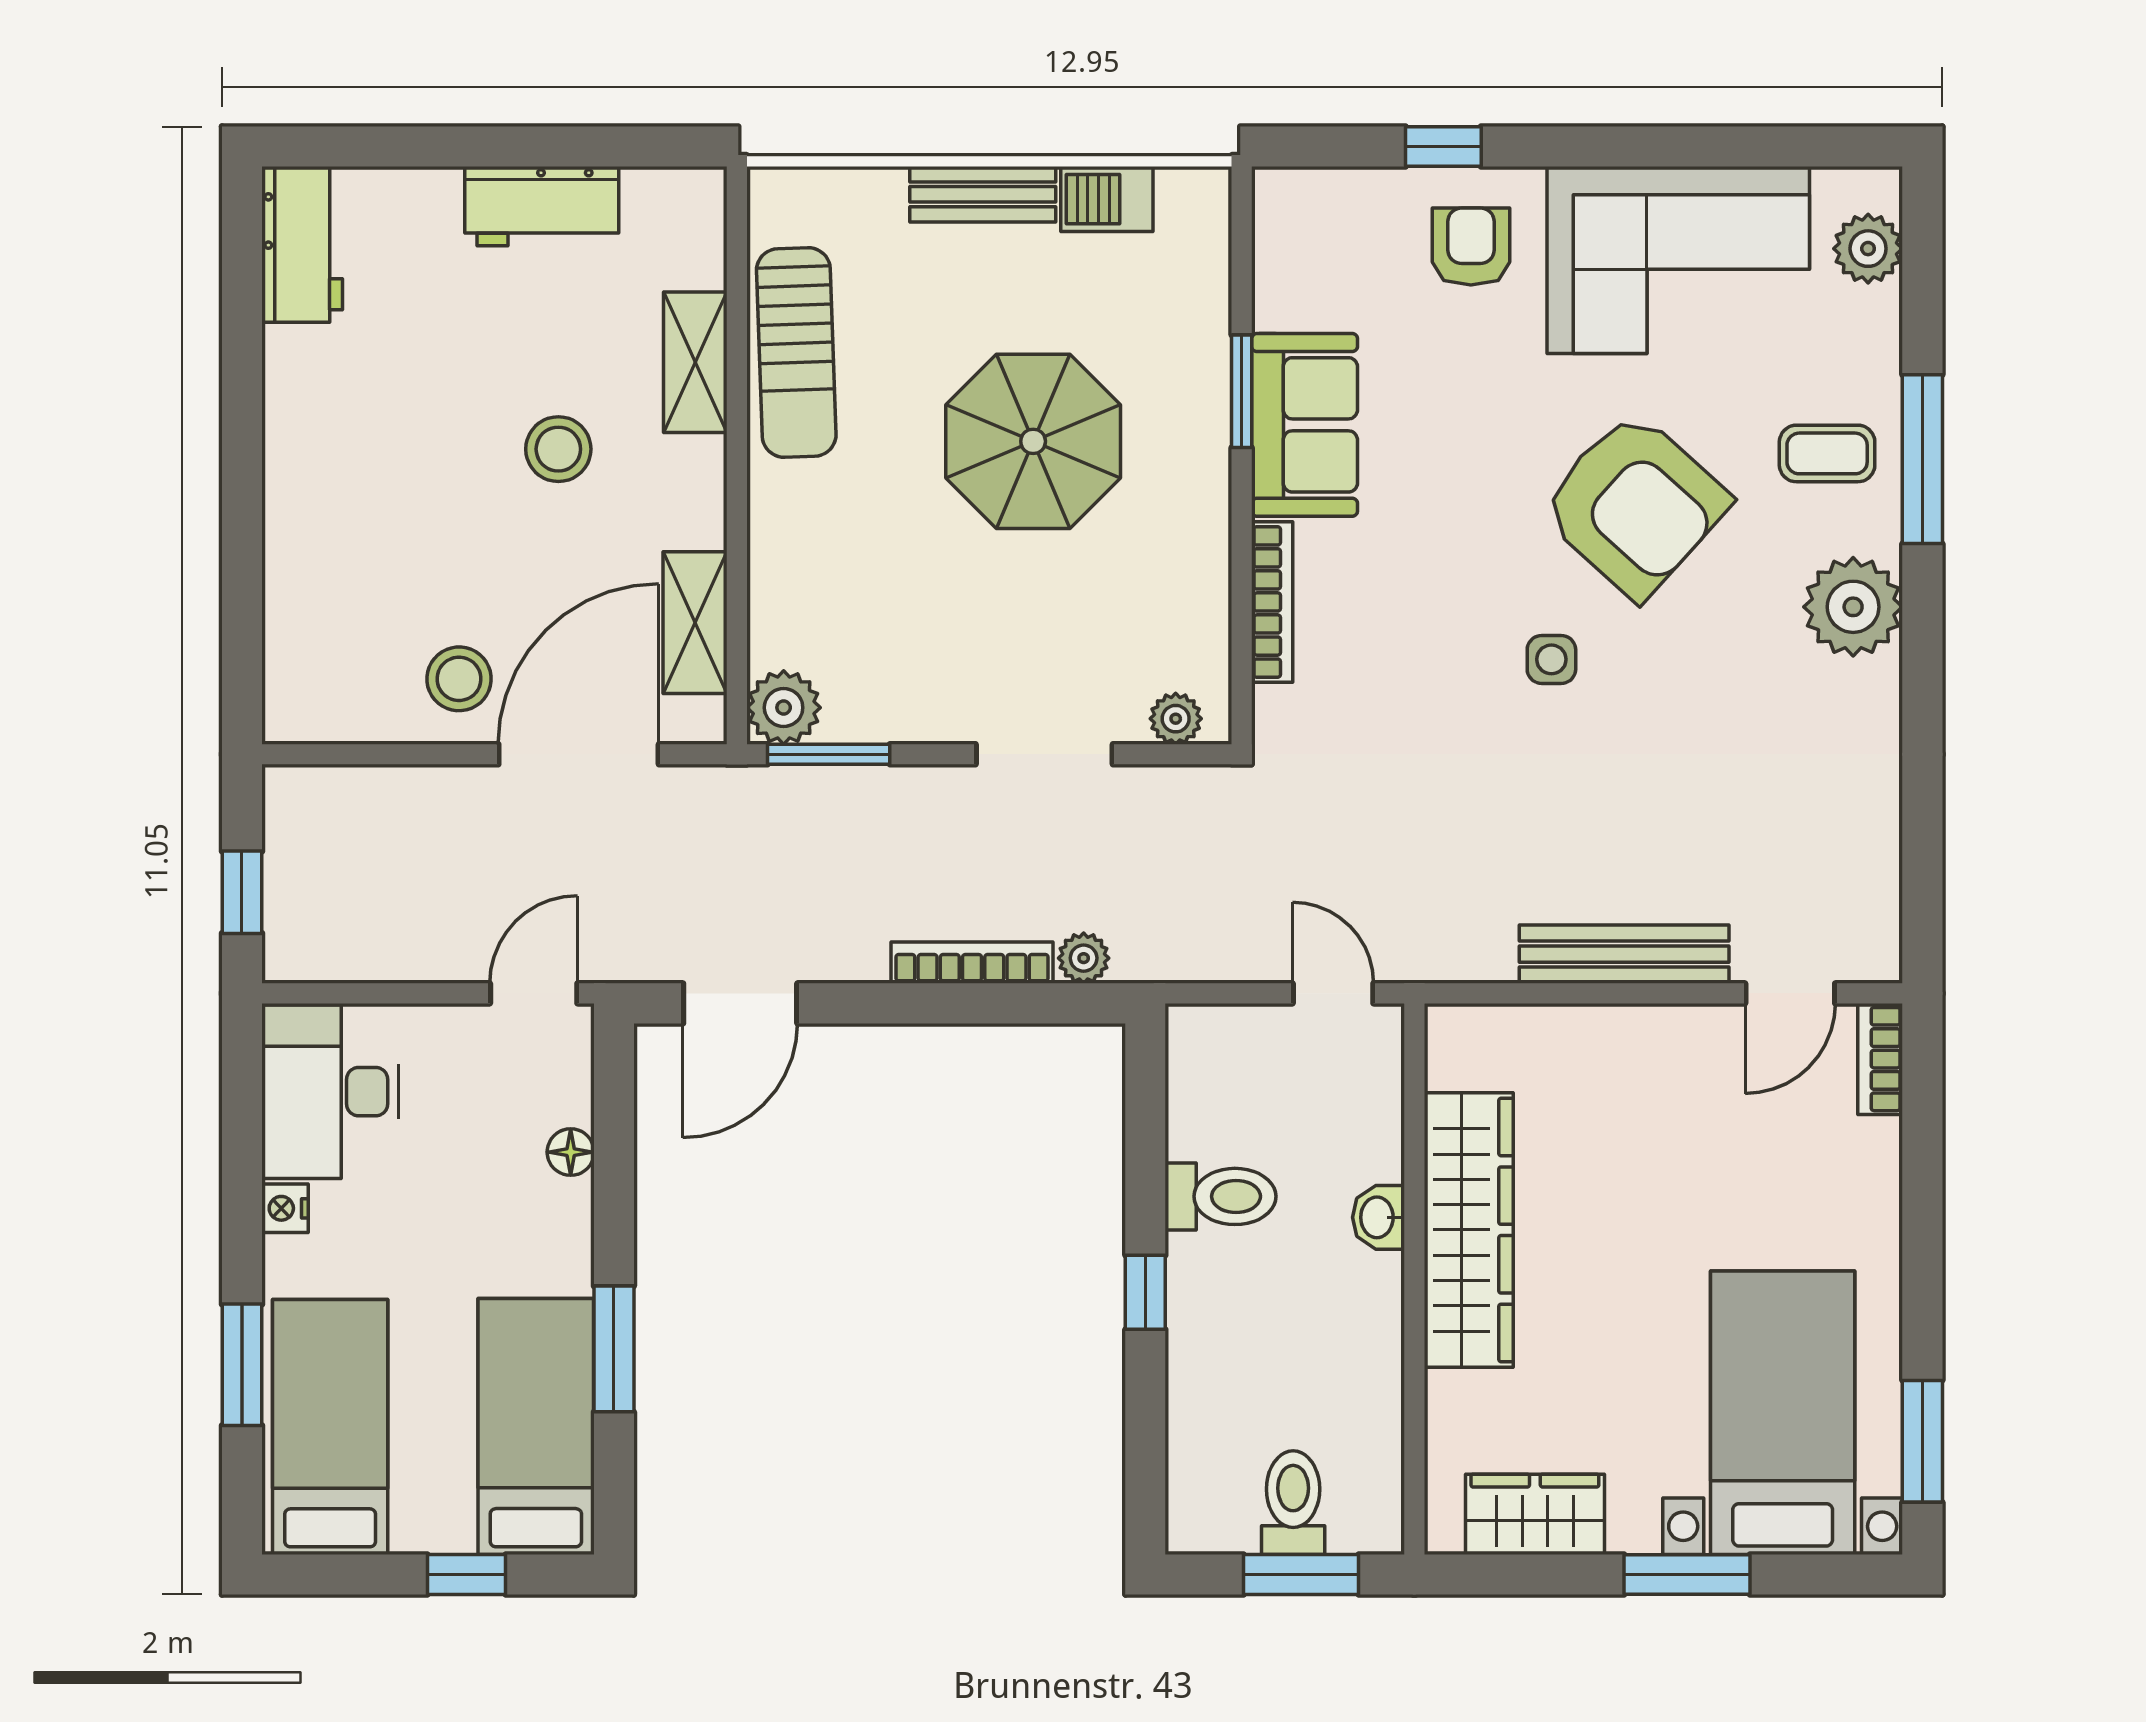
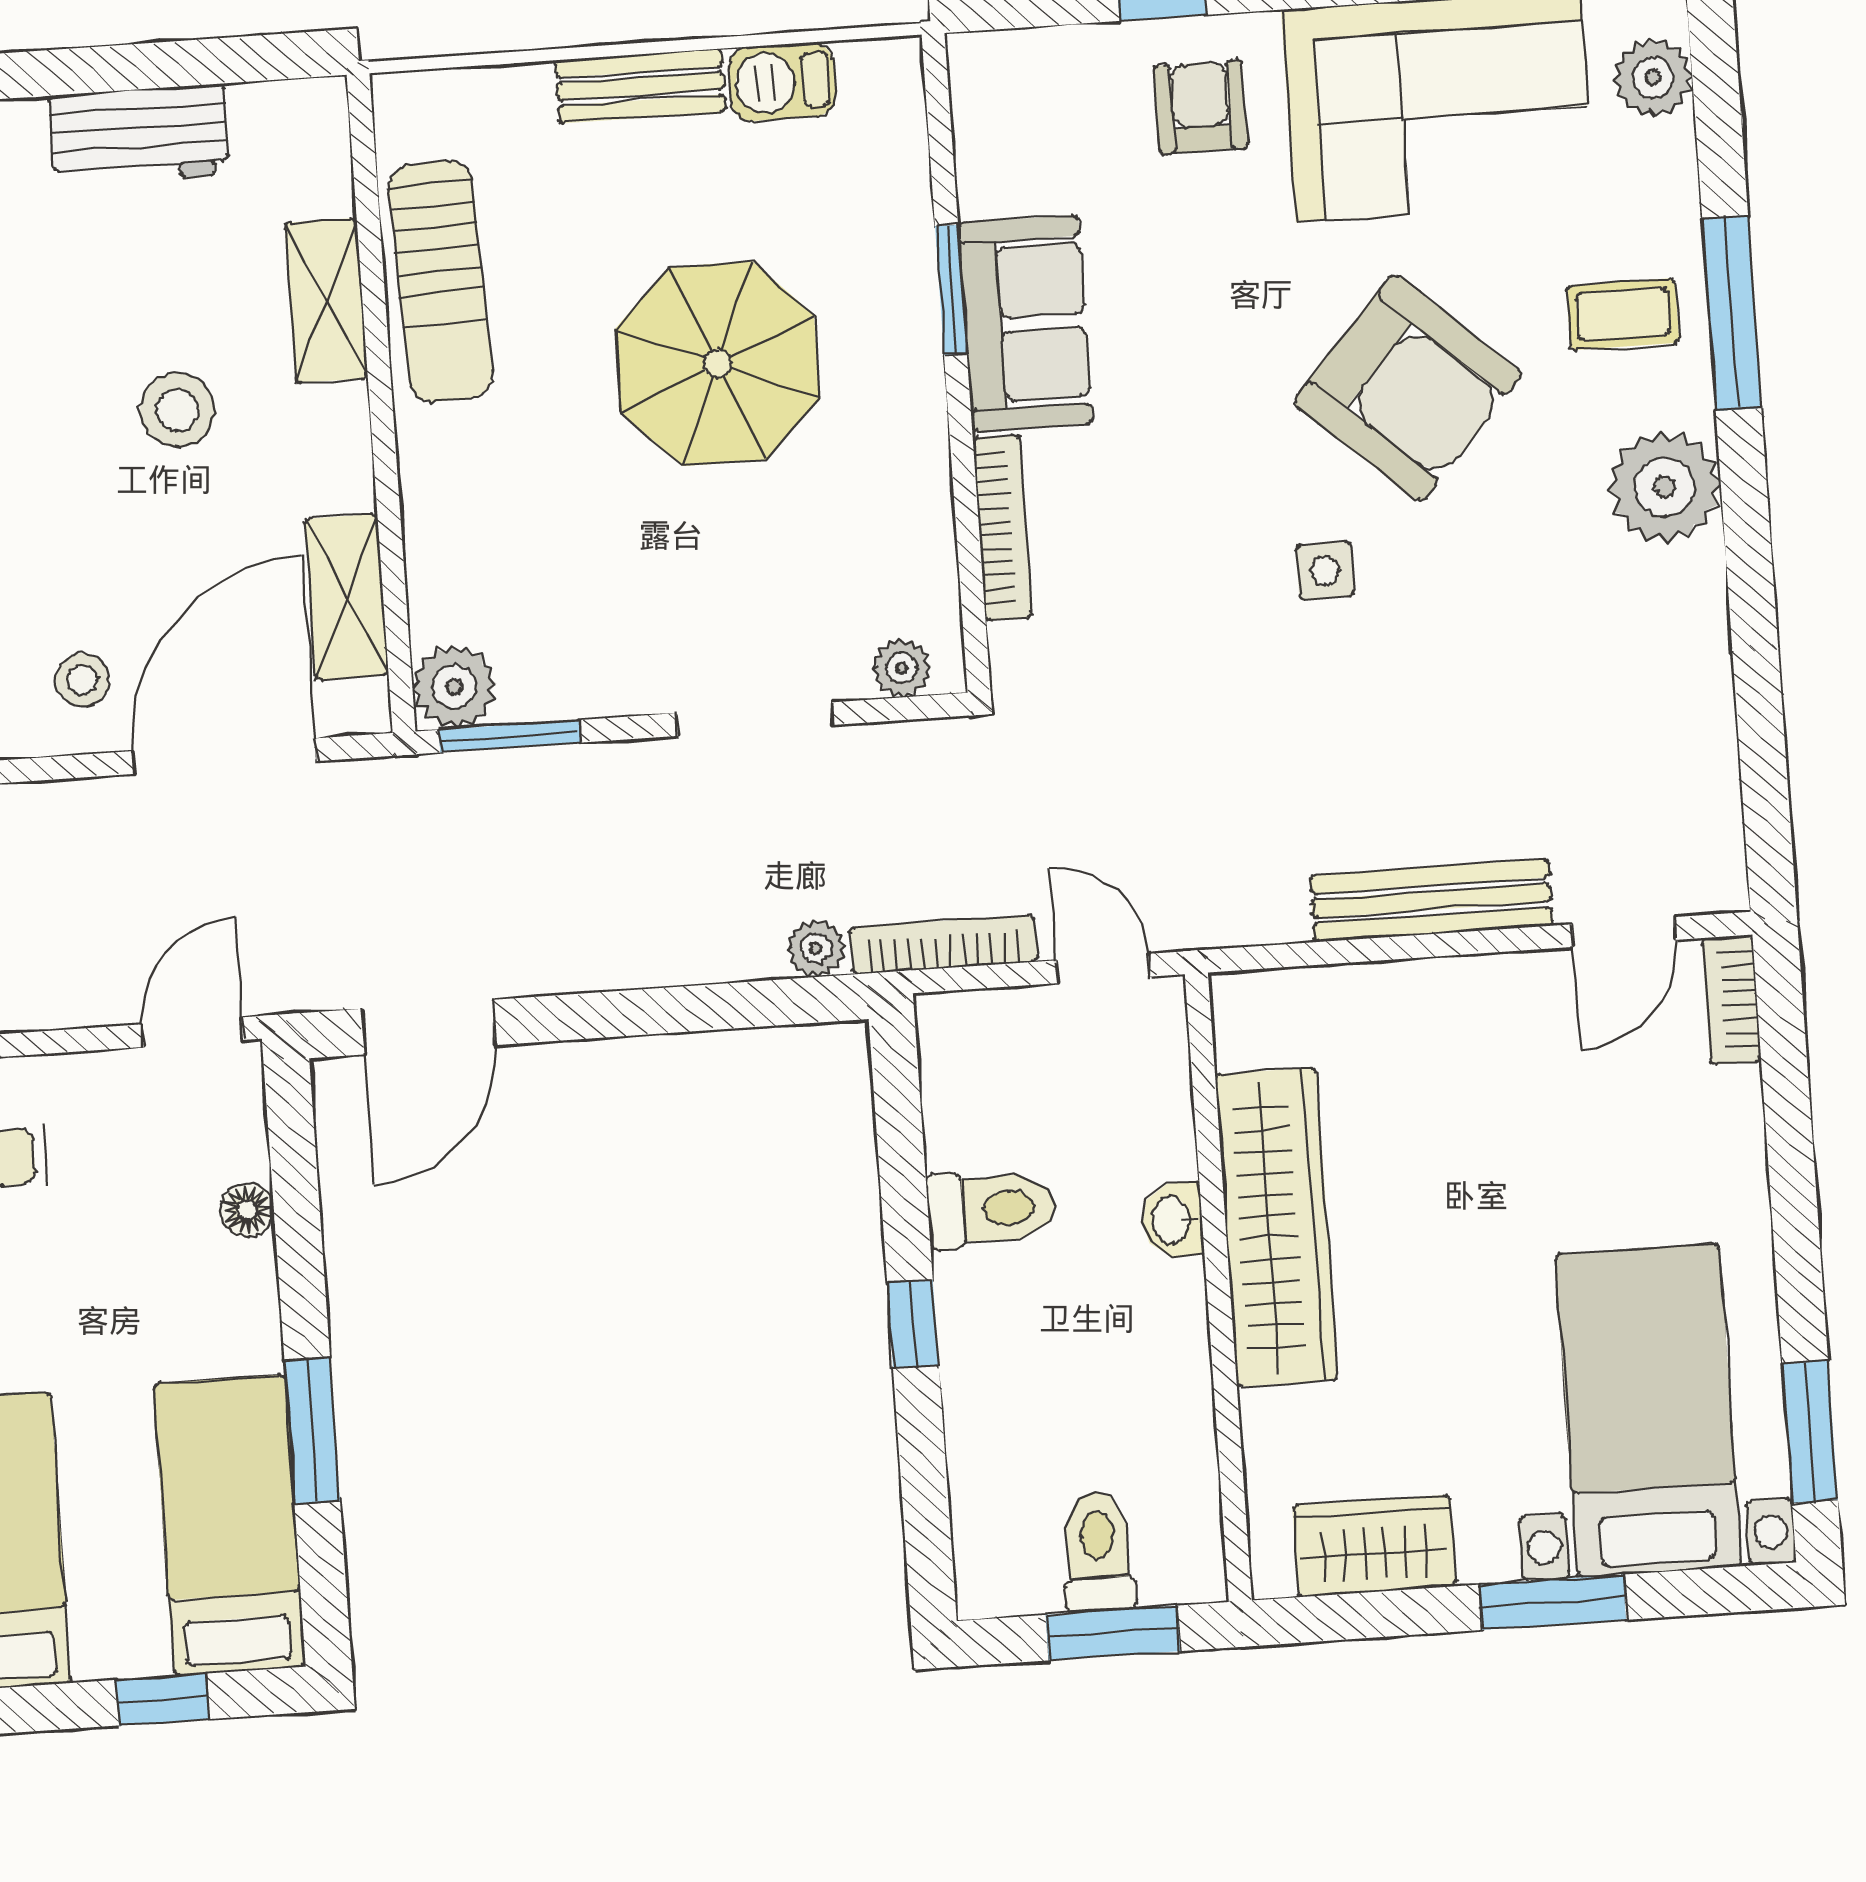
stool: (459, 679) -> (82, 680), width x0.73, depth x0.73
bookcase: (972, 963) -> (944, 944), moved

